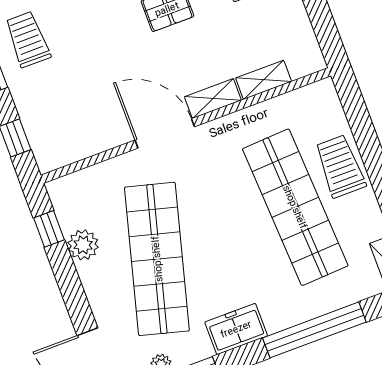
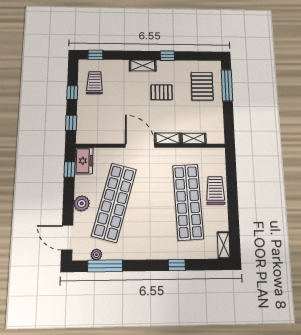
plant: (83, 245) -> (82, 203), moved
freezer: (236, 329) -> (84, 161), moved, turned 90
window: (314, 330) -> (177, 265), width x0.32

